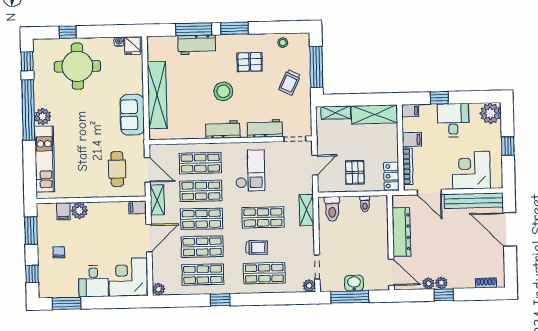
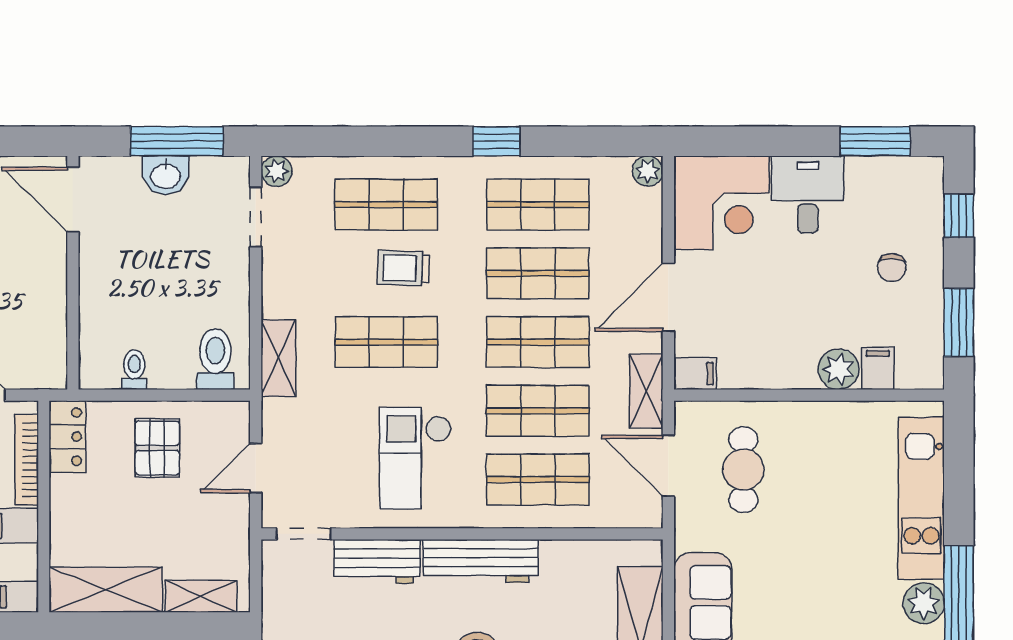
workbench: (223, 130) -> (481, 561), width x1.38
dresser: (401, 232) -> (46, 299), removed

